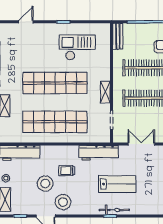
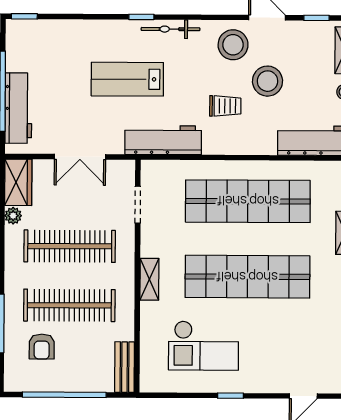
shelving: (105, 92) -> (149, 279), moved
bicycle: (114, 210) -> (170, 29), moved

